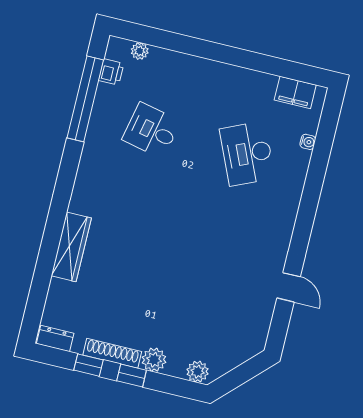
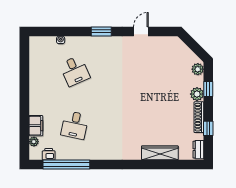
filing cabinet: (295, 92) -> (36, 126), moved
desk: (247, 154) -> (75, 71), width x0.73
window: (305, 217) -> (101, 31), added
wardrobe: (71, 247) -> (160, 153), moved
window: (132, 376) -> (208, 89), moved

